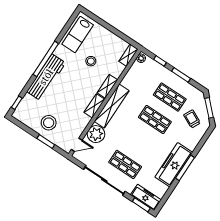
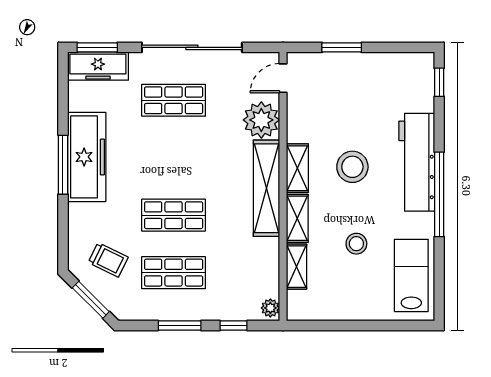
shelving: (128, 55) -> (297, 267), moved
stool: (49, 123) -> (352, 167), moved

